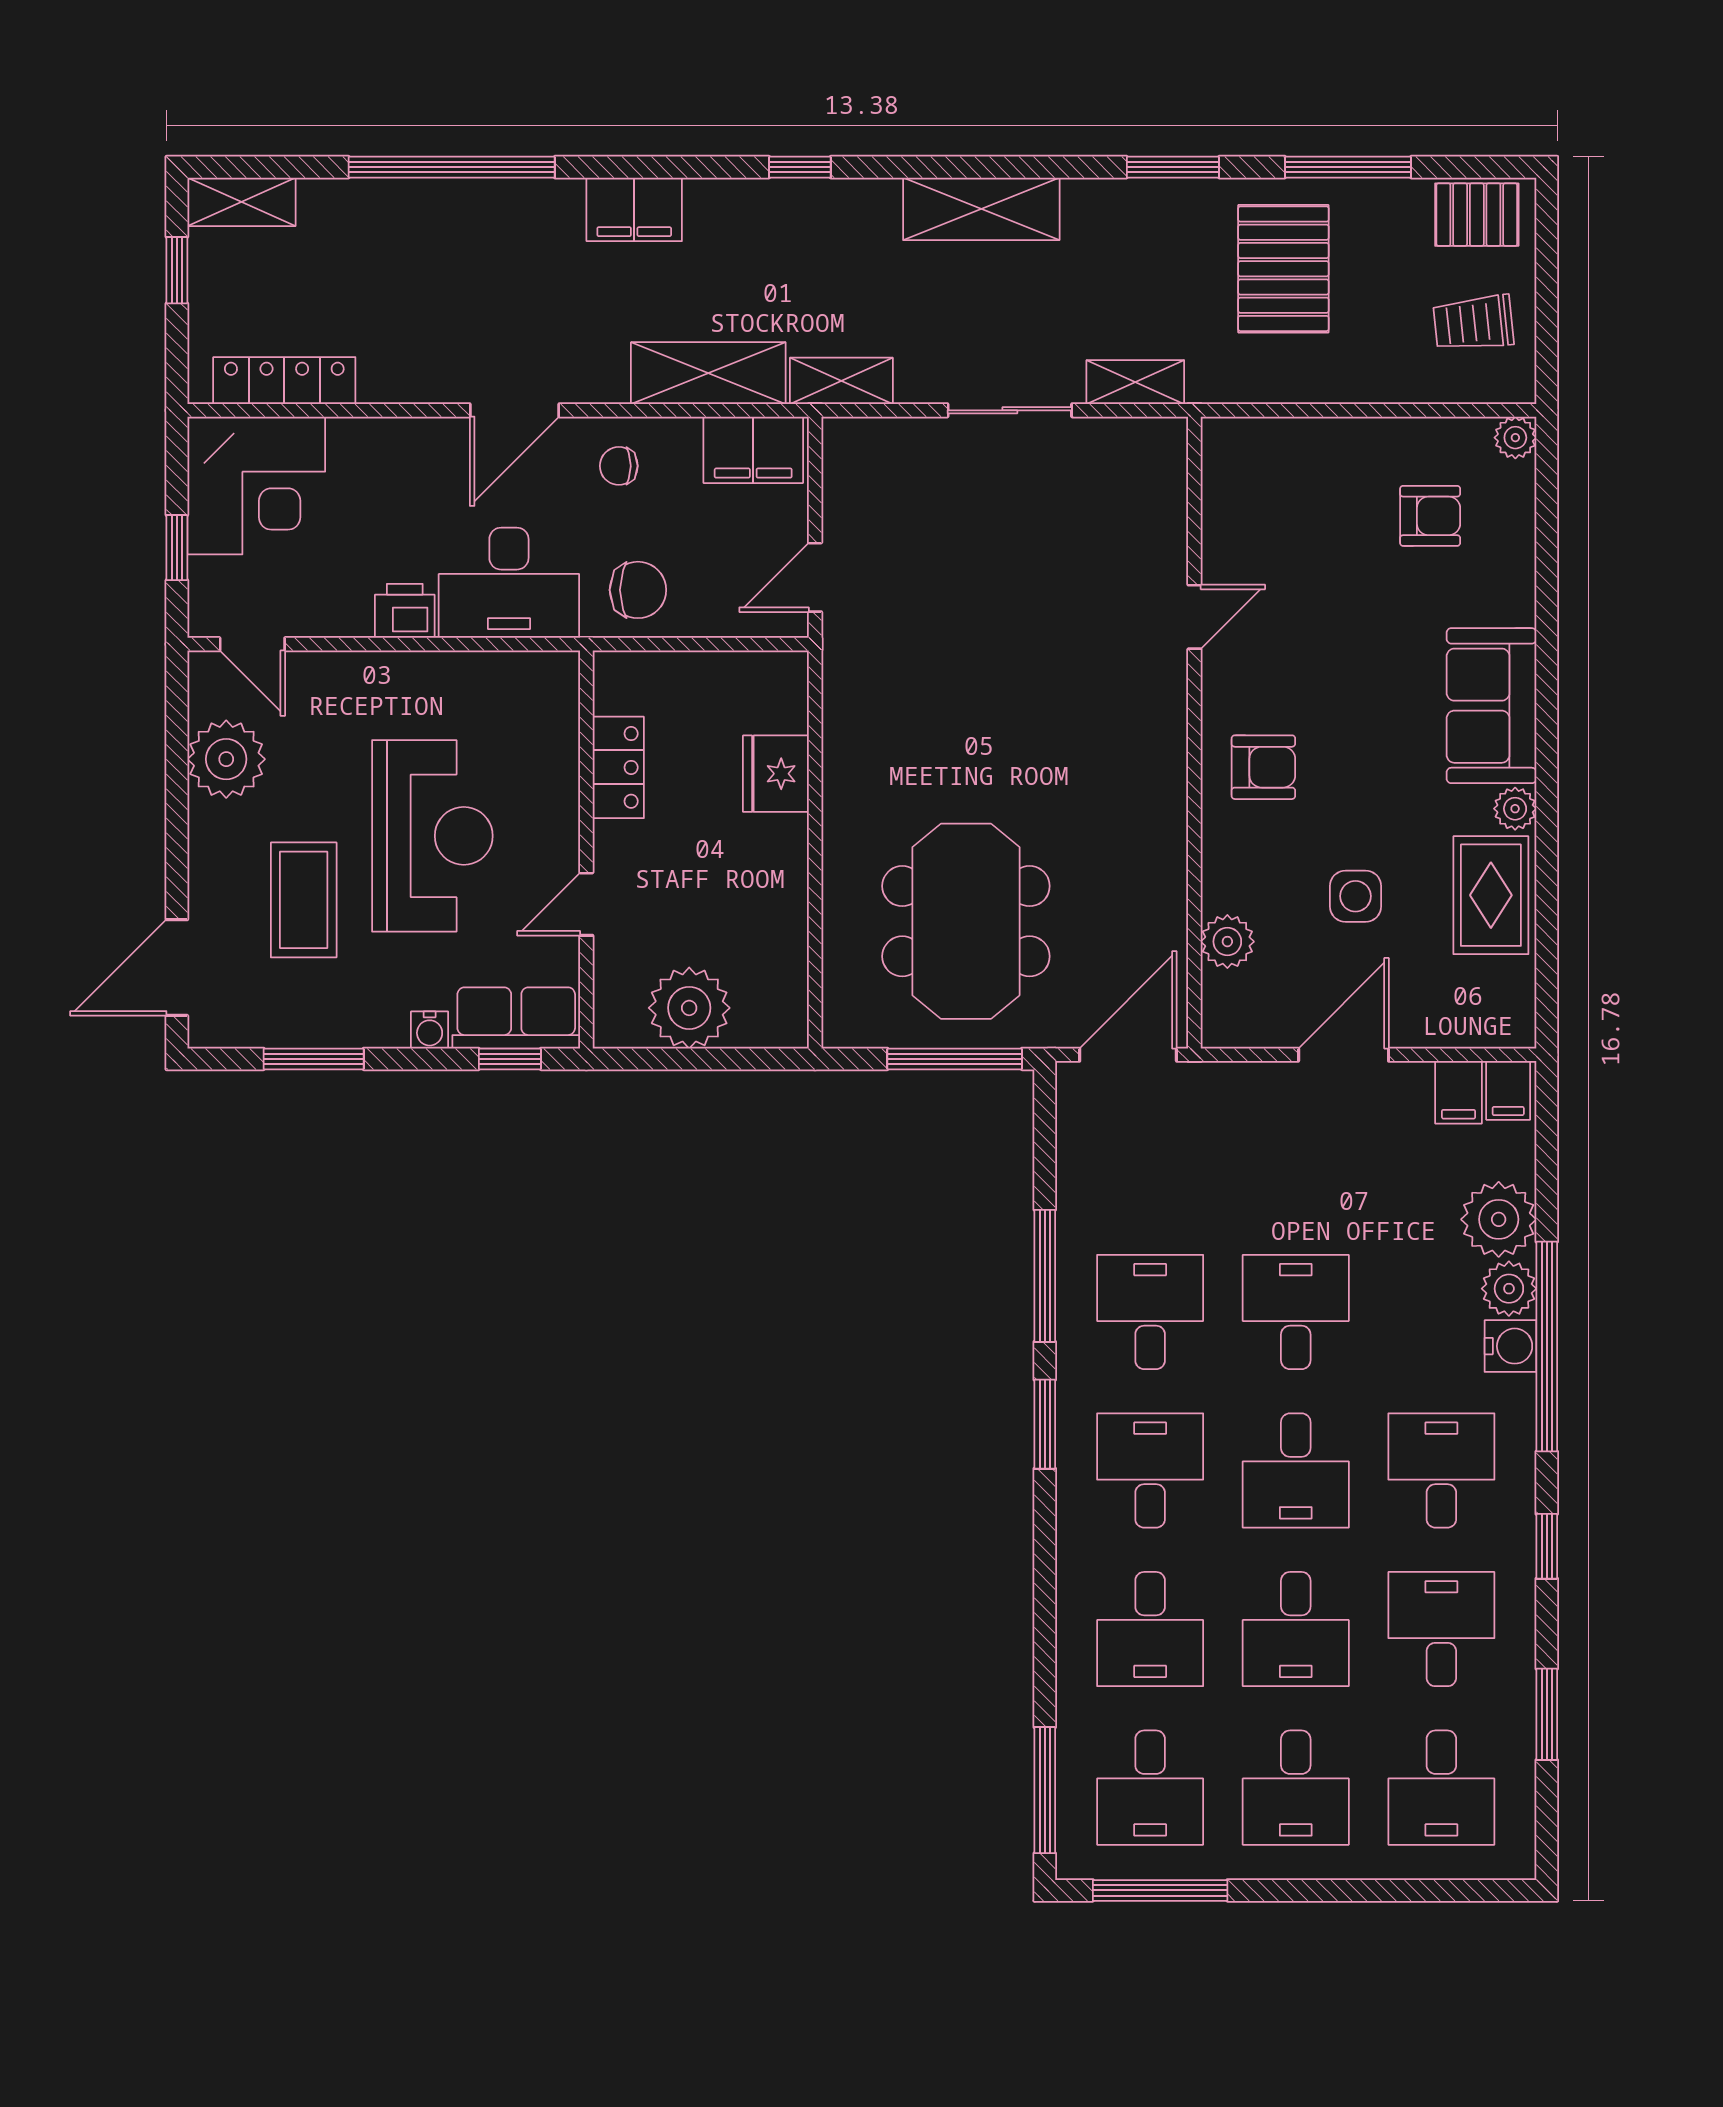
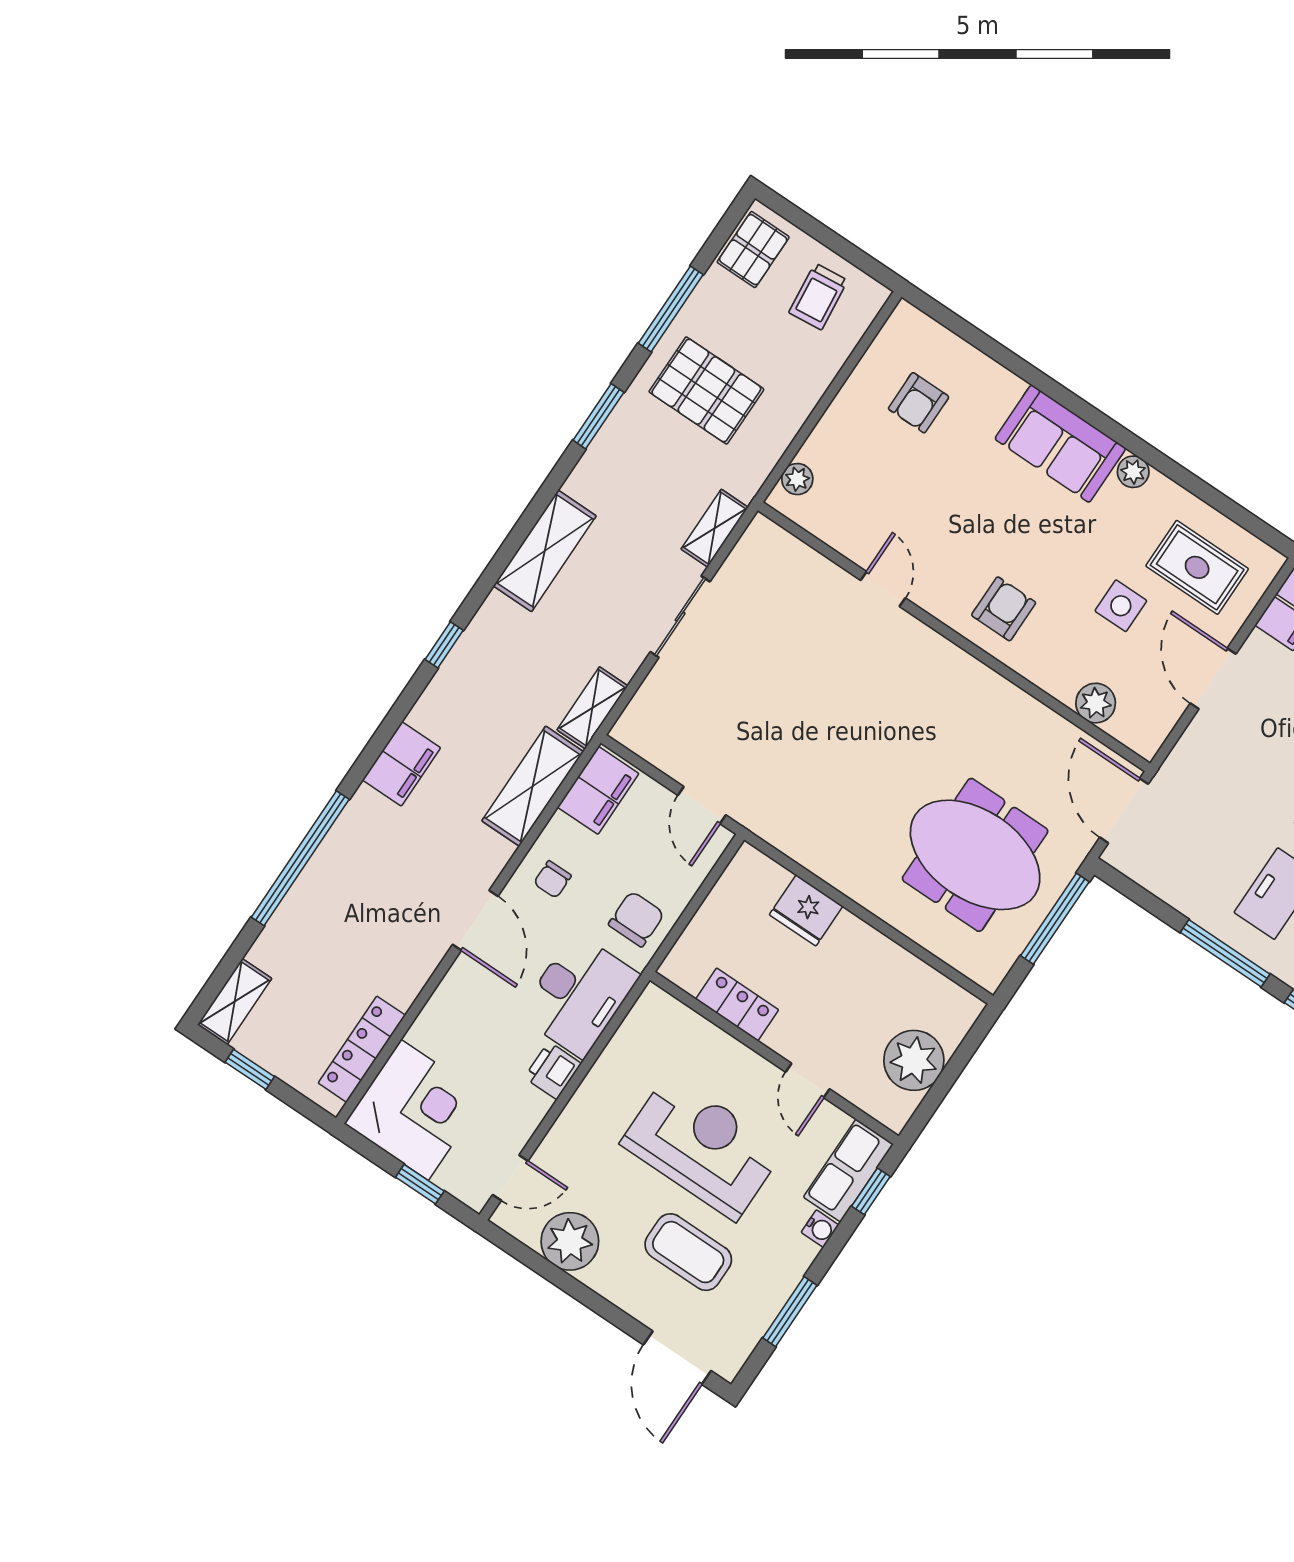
plant: (1515, 438) -> (797, 479), moved
armchair: (1430, 516) -> (919, 403), turned 180
rug: (1491, 895) -> (1197, 567), moved

